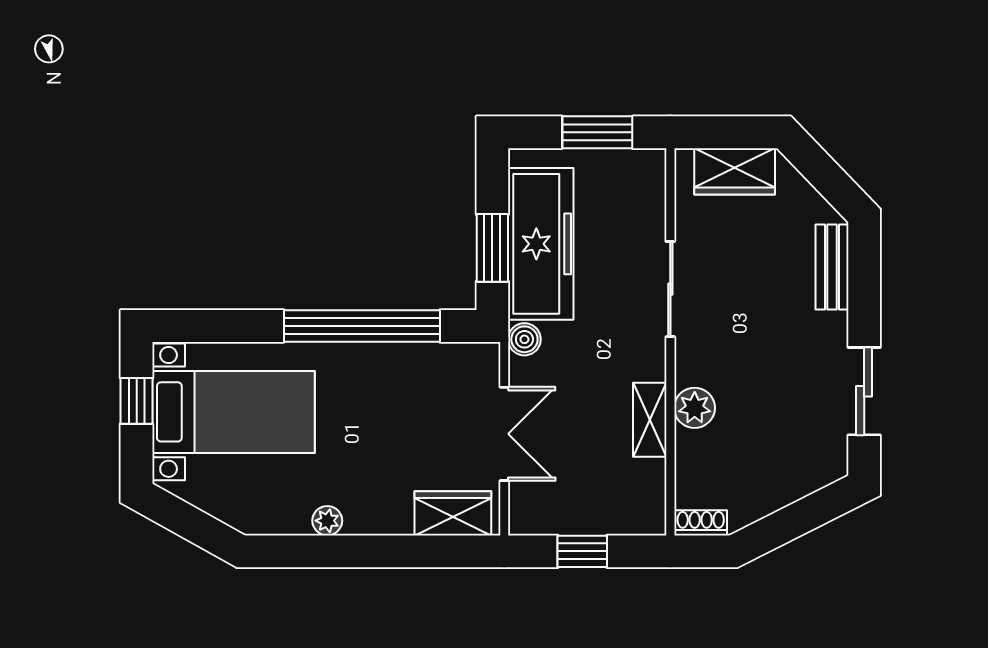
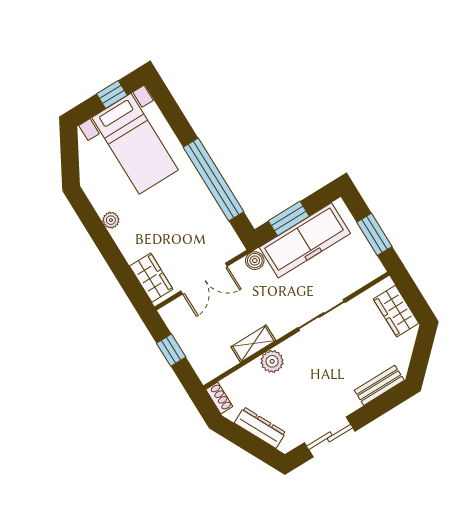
dresser: (785, 489) -> (260, 428), added

